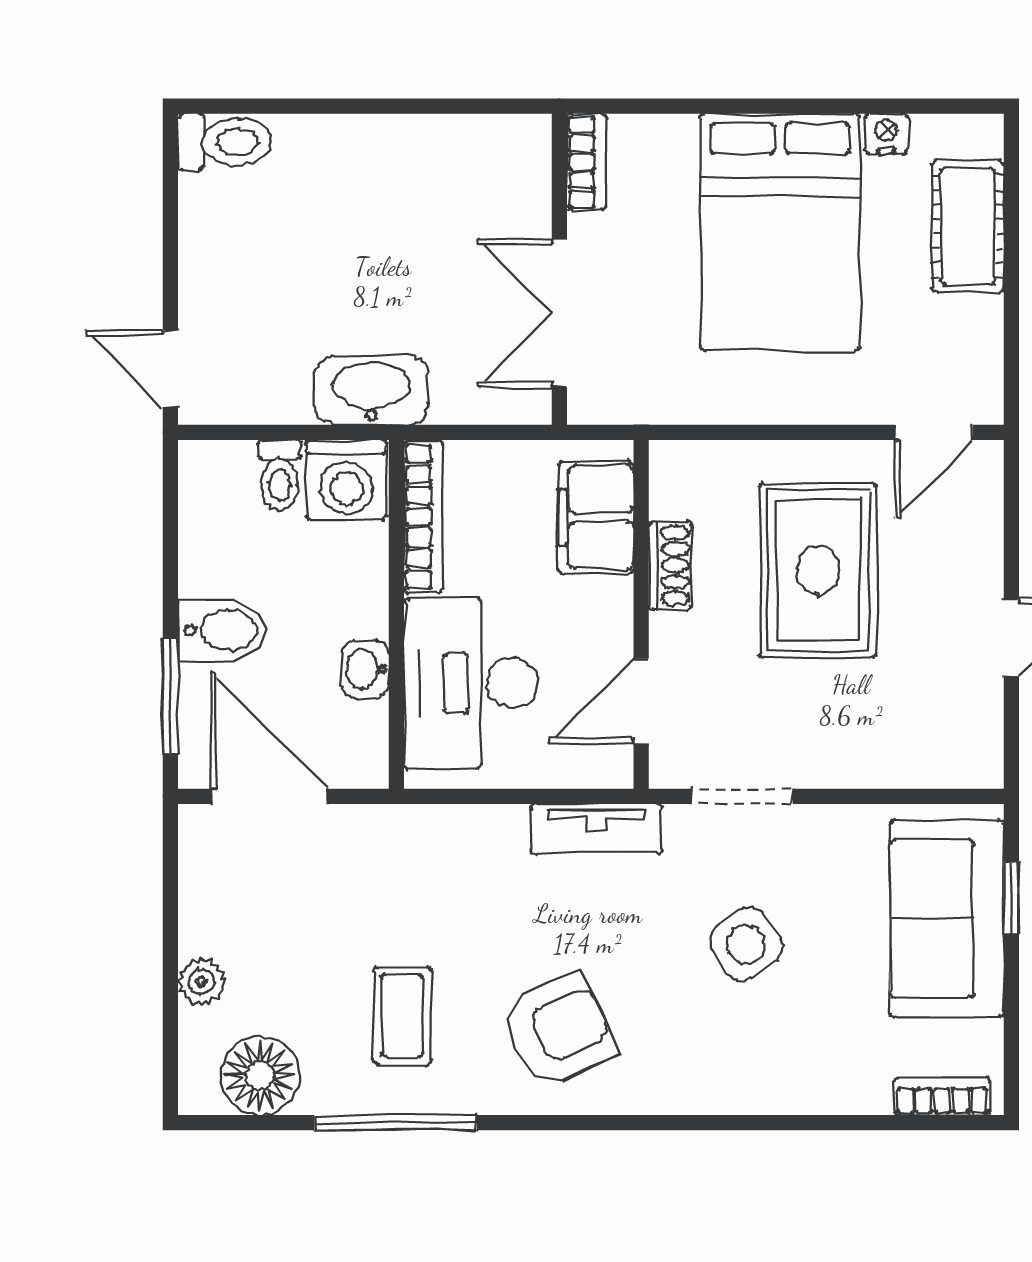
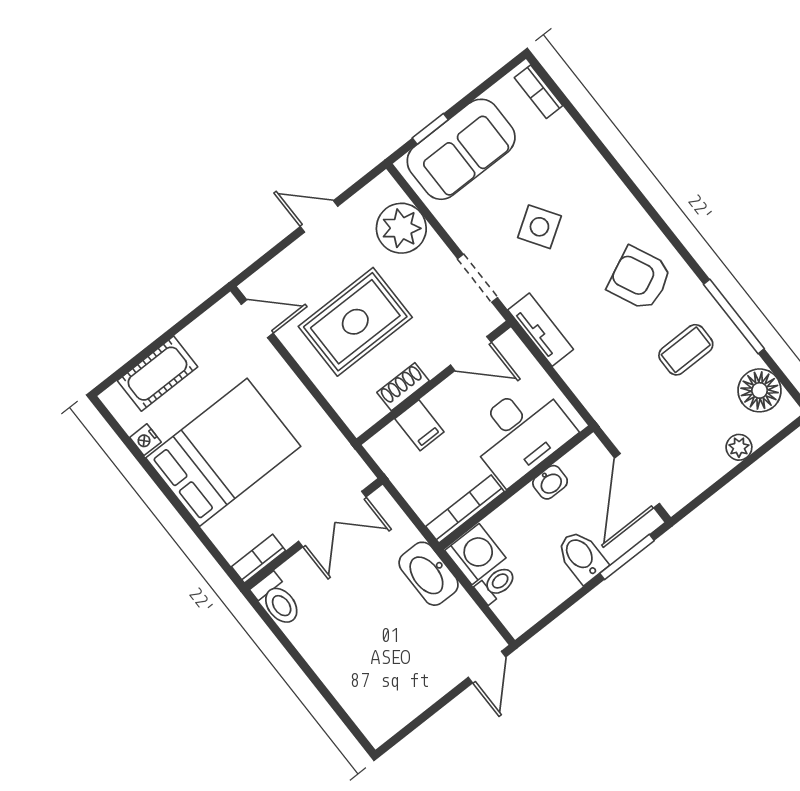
toilet: (225, 142) -> (277, 600), moved, turned 180
filing cabinet: (596, 517) -> (419, 425), width x0.50
plant: (901, 743) -> (401, 228), added

